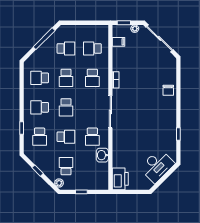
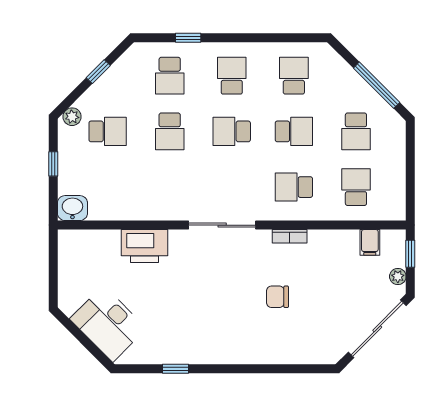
school desk: (66, 78) -> (294, 131), turned 180
chair: (168, 90) -> (277, 297), moved
school desk: (40, 137) -> (170, 76), turned -90
school desk: (92, 137) -> (170, 187), removed
washbasin: (102, 155) -> (72, 208), moved
printer: (120, 179) -> (144, 246), moved

